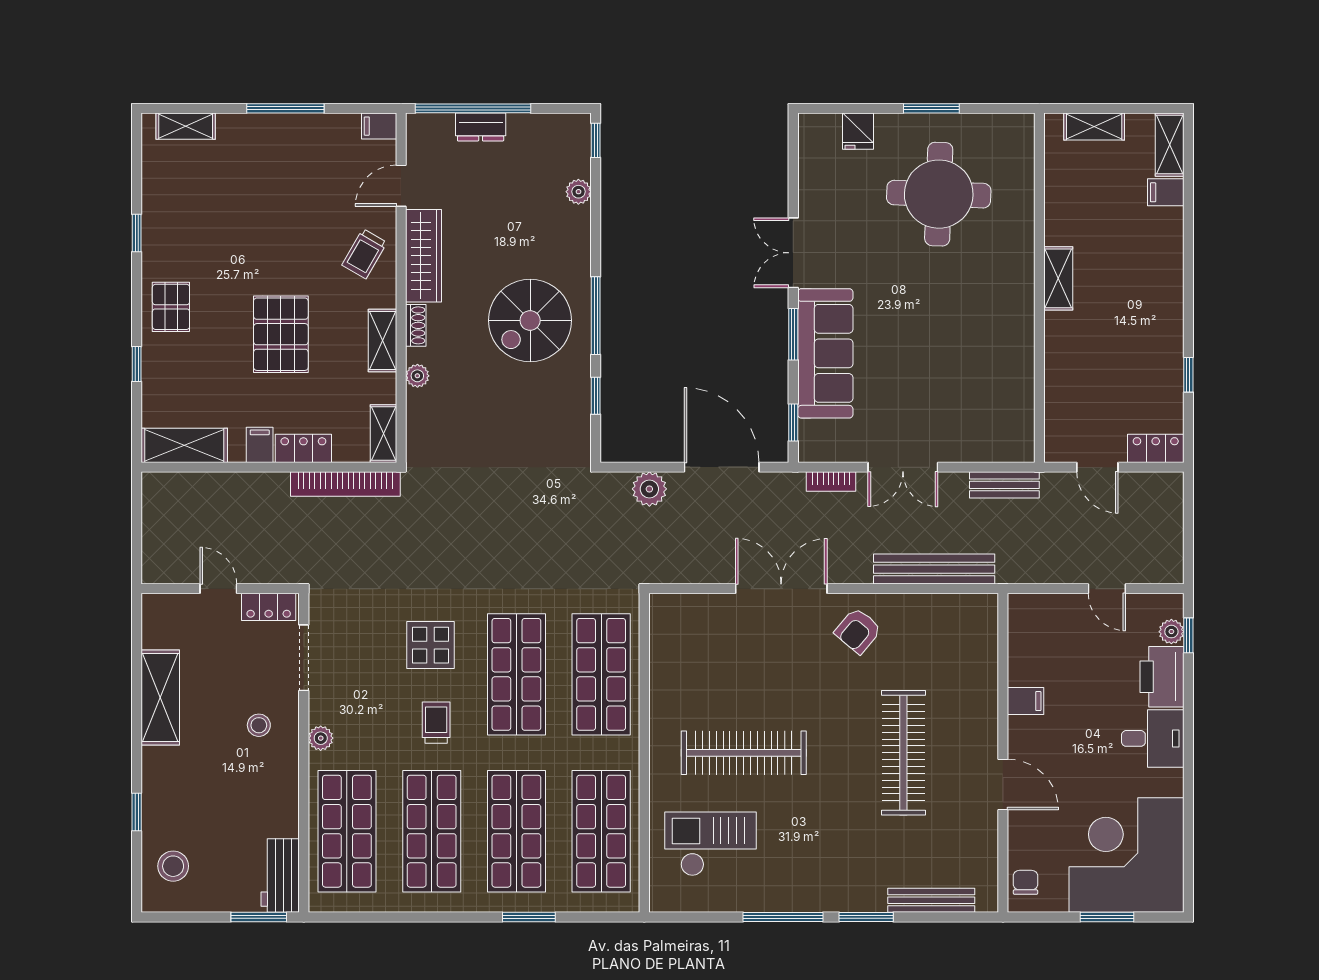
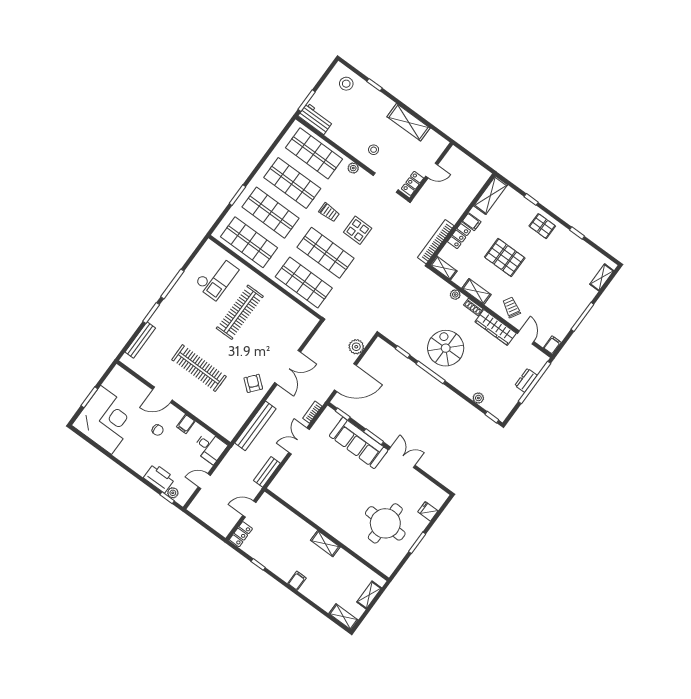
filing cabinet: (1166, 192) -> (297, 581), moved
desk: (1153, 738) -> (210, 447), moved, turned -90
chair: (1025, 882) -> (158, 430), moved

